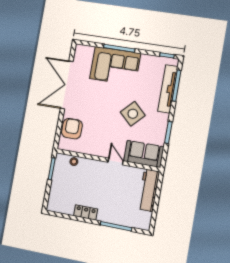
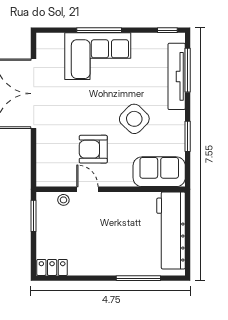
armchair: (72, 129) -> (93, 149), moved, turned -90
door: (116, 162) -> (87, 189), moved
workbench: (149, 190) -> (171, 230), width x1.36, depth x1.32
locker: (86, 212) -> (52, 267), moved

